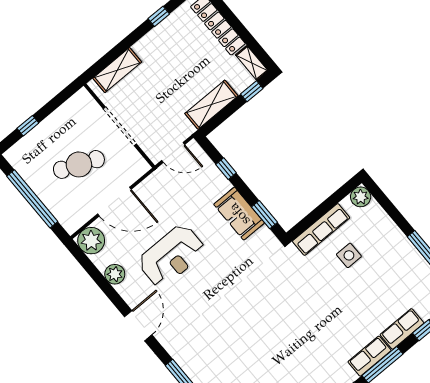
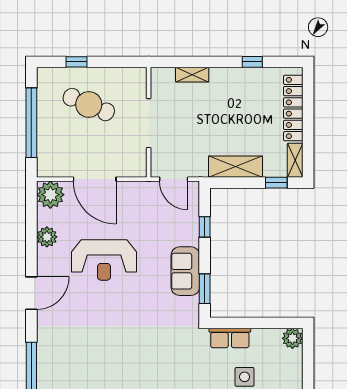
shelving: (117, 70) -> (192, 75), width x0.67, depth x0.75
cafe table: (79, 164) -> (89, 105), moved
row of seats: (321, 229) -> (230, 338), width x0.68

